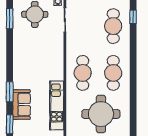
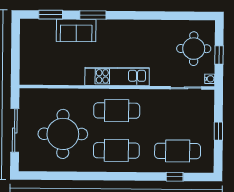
window: (133, 17) -> (175, 177), moved
window: (10, 19) -> (188, 16), removed
kitchen unit: (57, 105) -> (117, 77), moved

